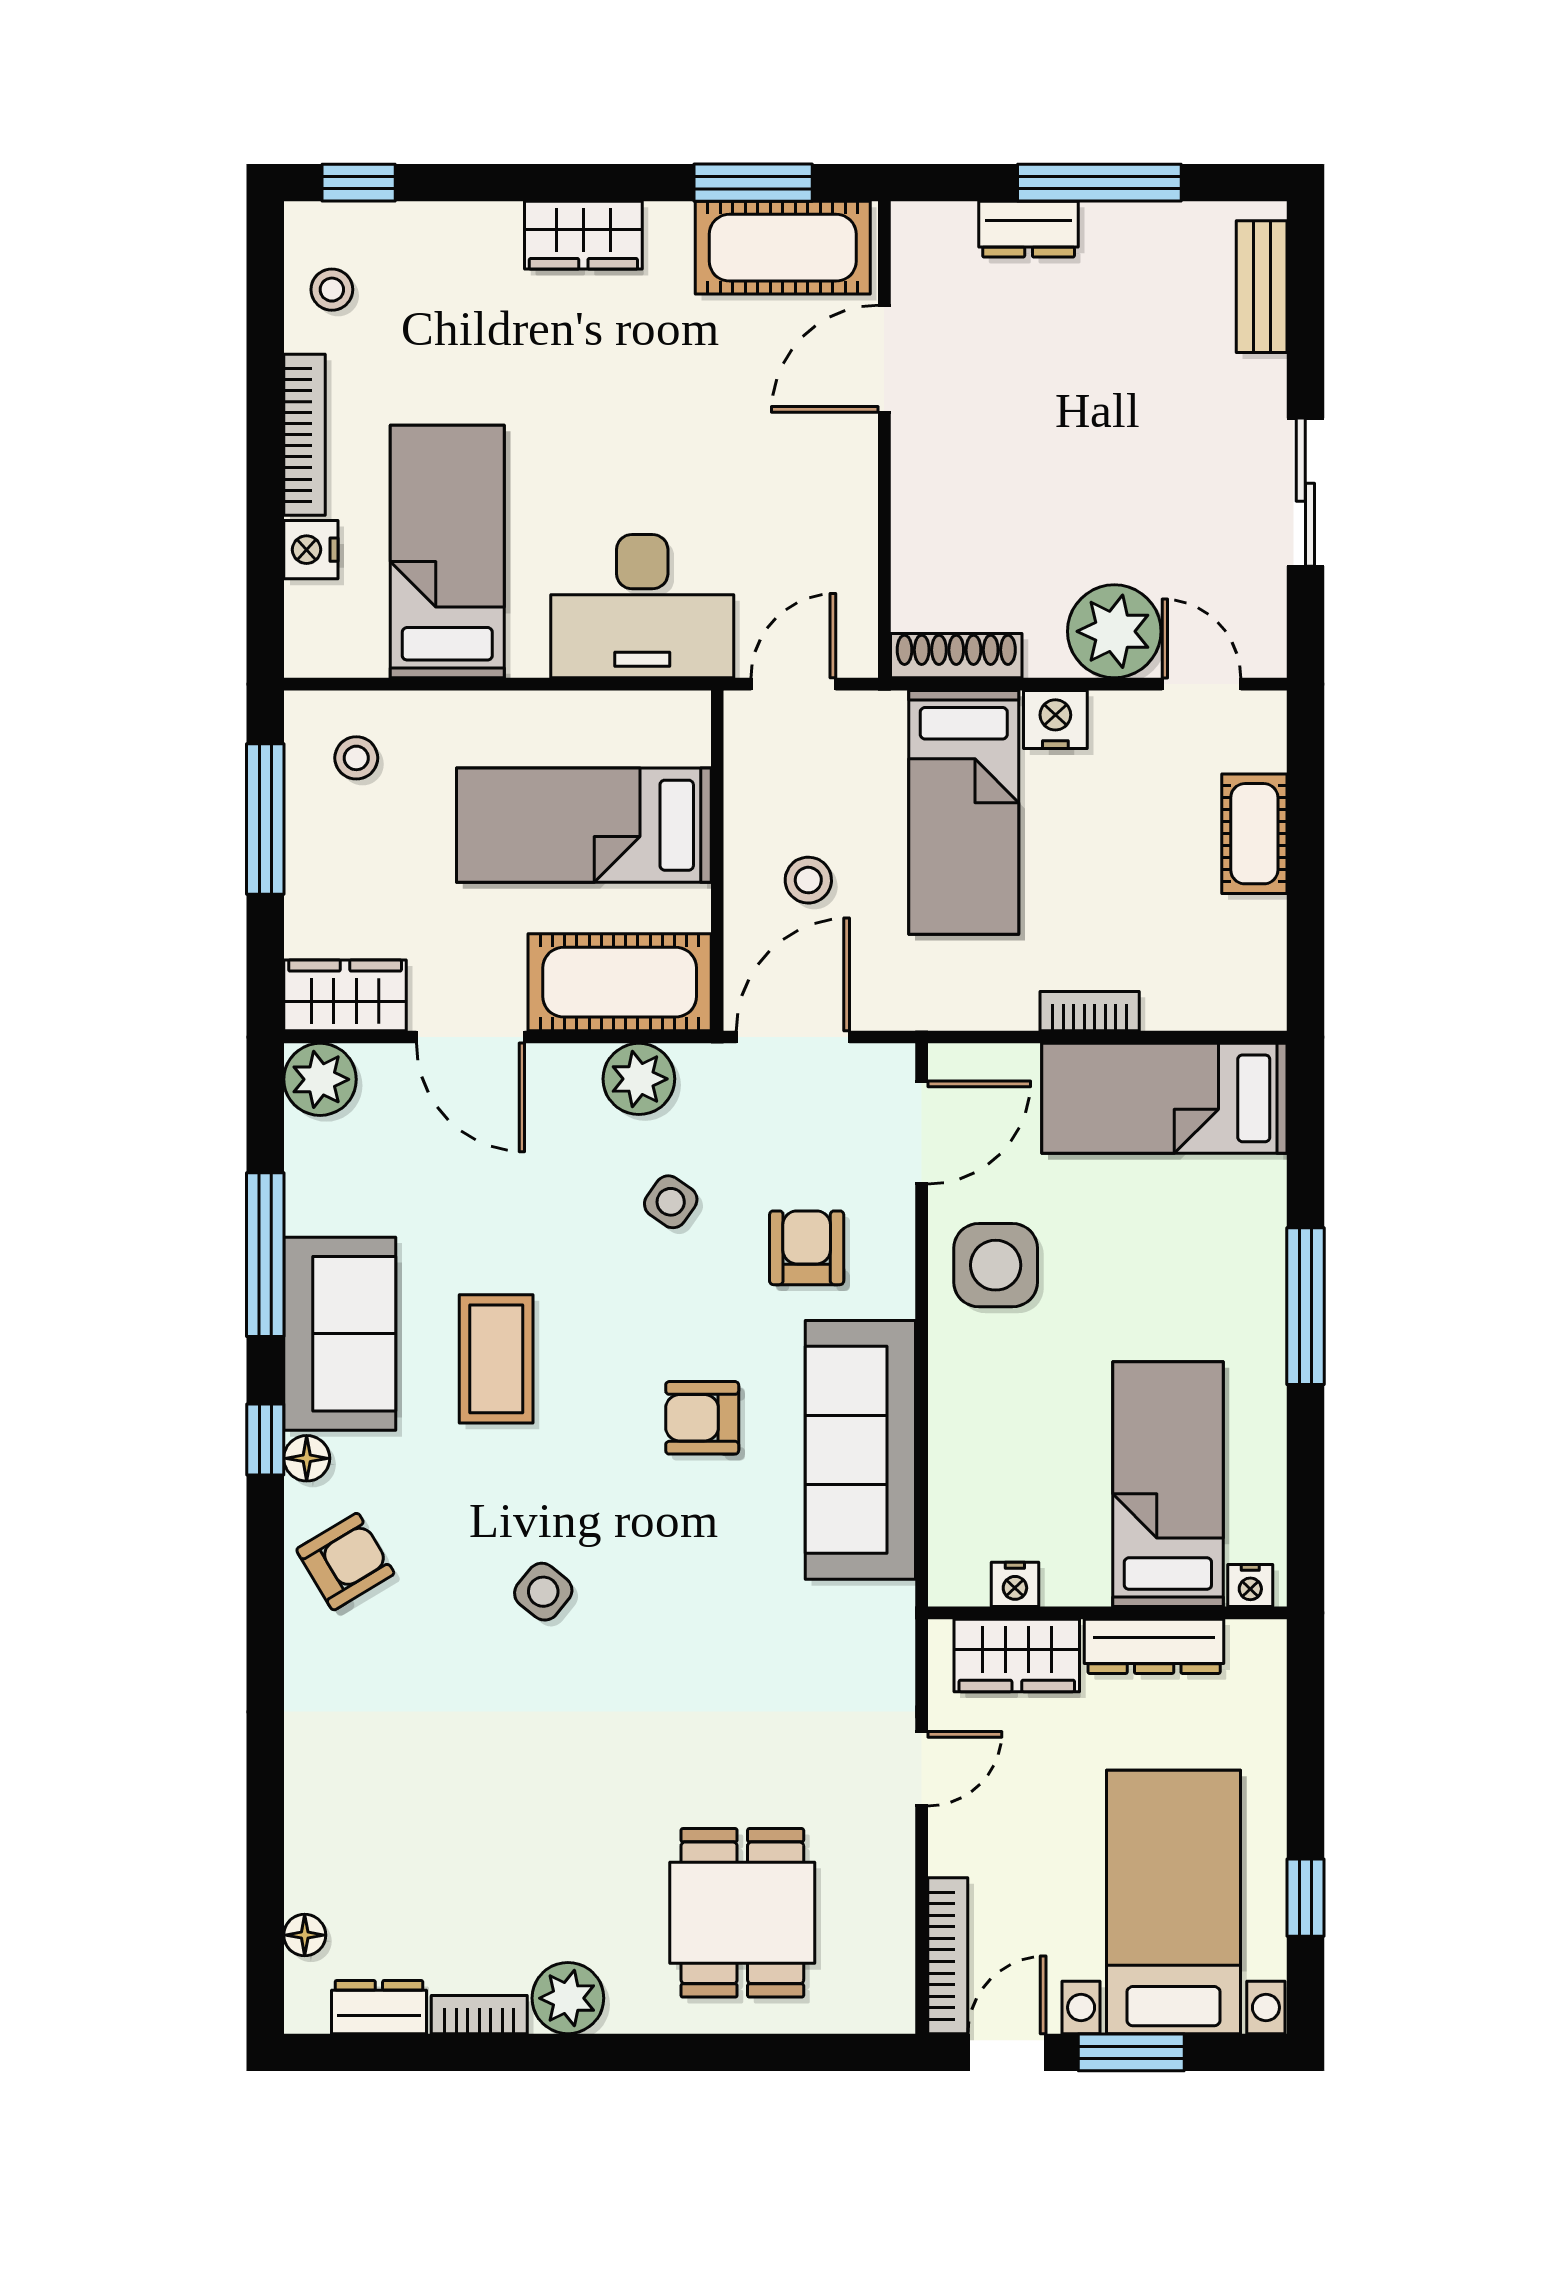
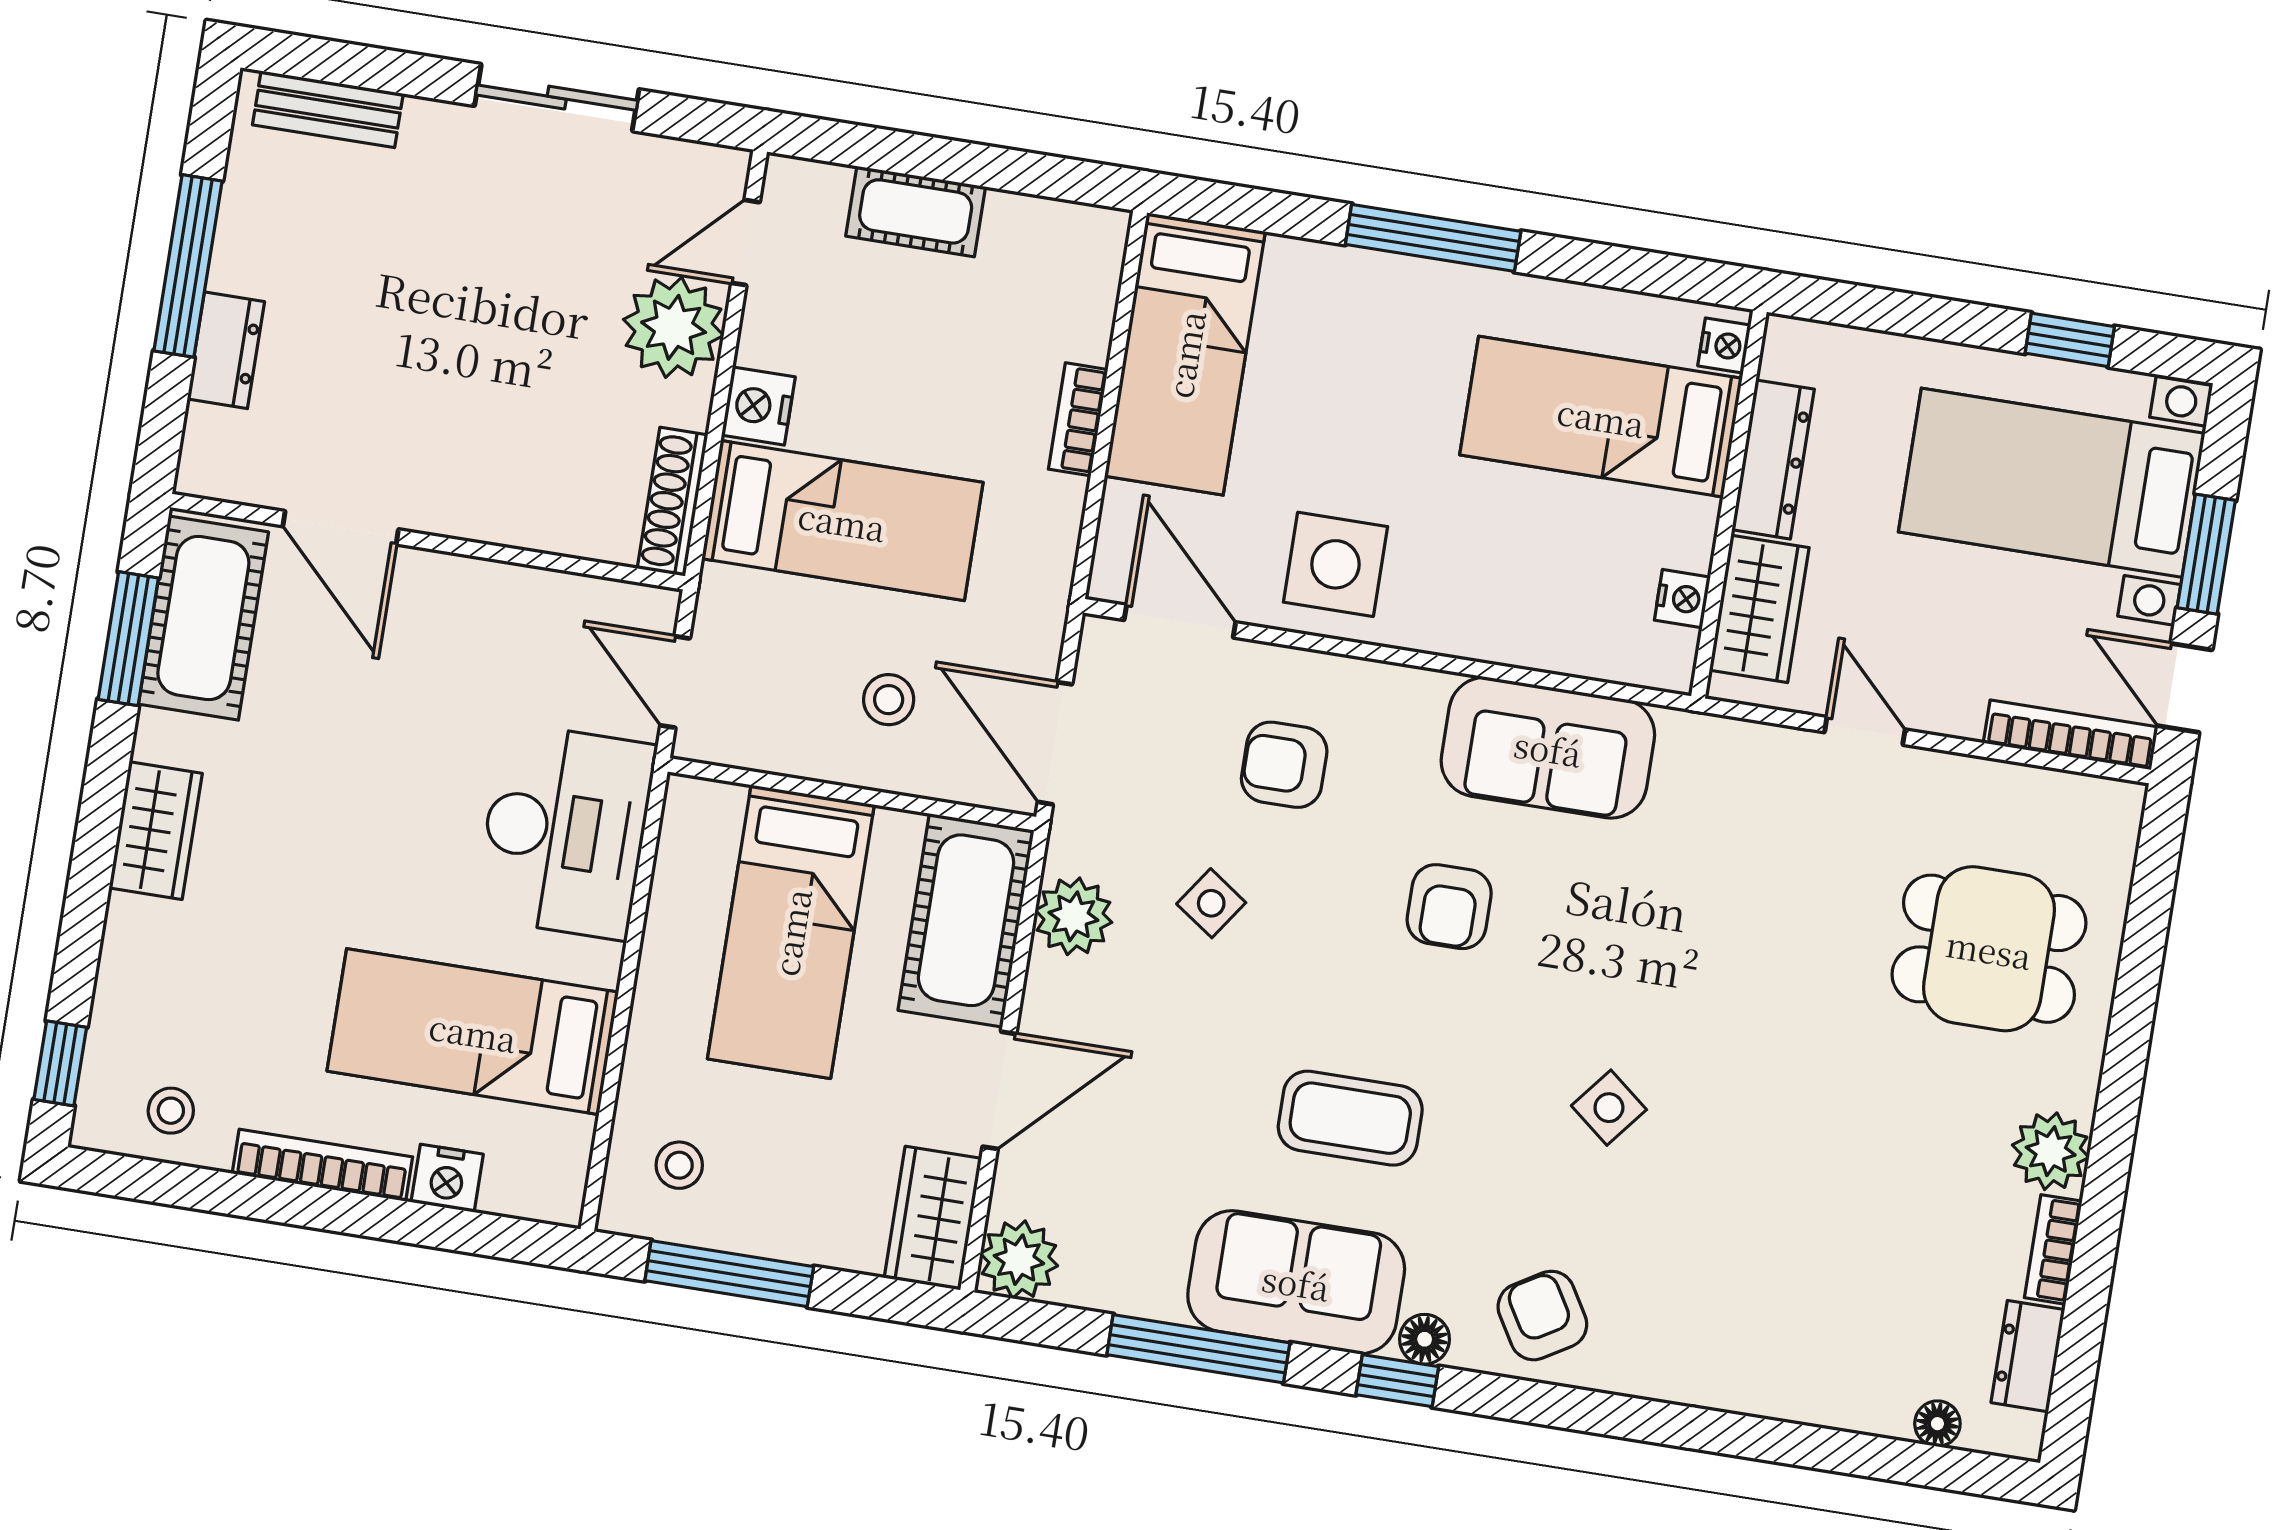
sofa: (860, 1450) -> (1548, 748), width x0.73

